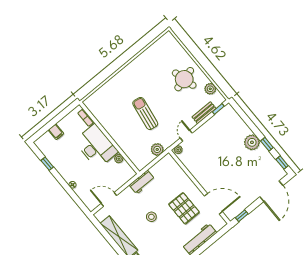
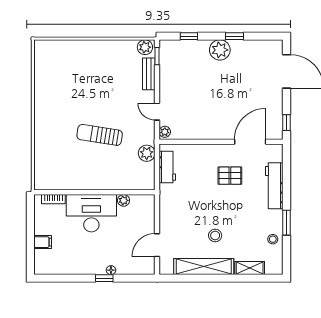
round table: (184, 79) -> (97, 66), removed
plant: (210, 89) -> (145, 47), moved
window: (282, 163) -> (189, 36), moved
window: (47, 164) -> (104, 278), moved
workbench: (142, 182) -> (167, 167), moved
pallet: (184, 208) -> (230, 176), width x0.67, depth x0.71
stool: (151, 217) -> (215, 235), moved

